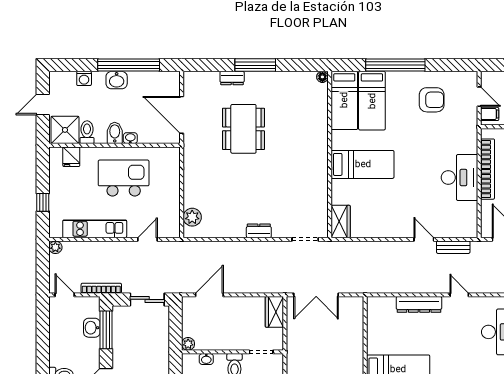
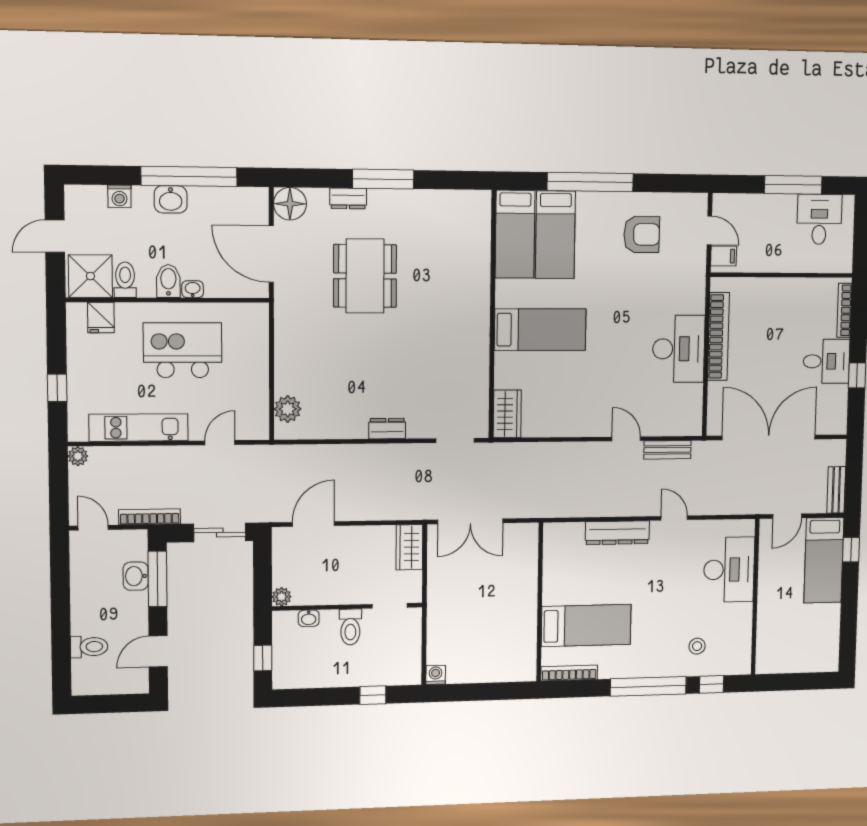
floor lamp: (322, 77) -> (290, 204), moved, width x1.89, depth x1.89

